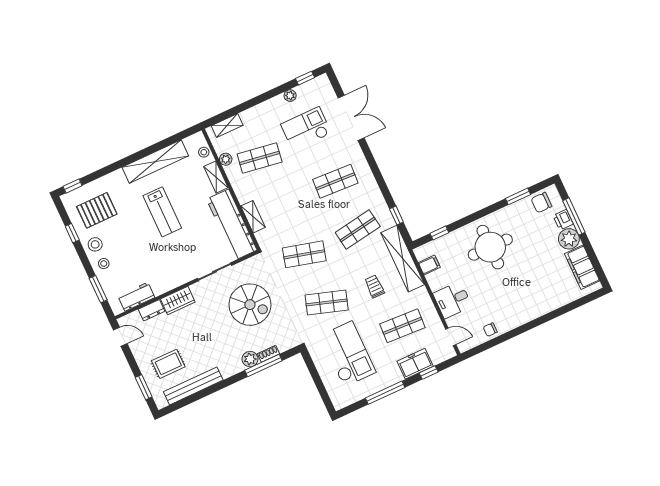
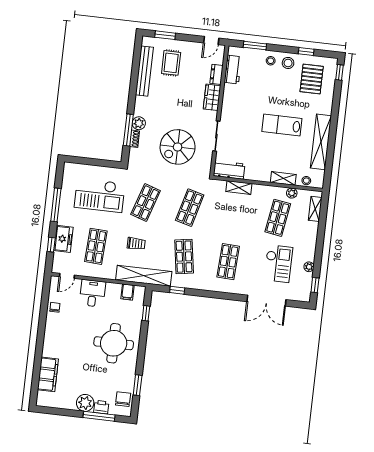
workbench: (232, 225) -> (229, 170), width x0.53, depth x0.76
filing cabinet: (582, 267) -> (48, 374), moved, turned 90

